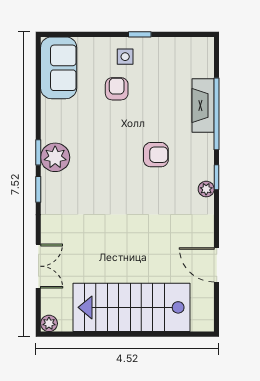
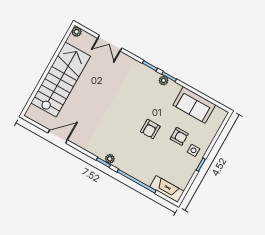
sofa: (59, 68) -> (194, 105), moved
fireplace: (203, 105) -> (167, 189), moved
armchair: (156, 155) -> (150, 129), moved
plant: (55, 157) -> (164, 80), width x0.53, depth x0.53
plant: (206, 189) -> (110, 159), moved

